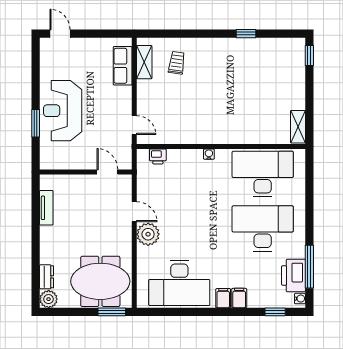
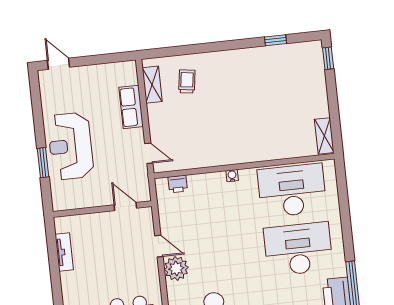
window: (246, 34) -> (275, 40), moved
row of seats: (123, 66) -> (131, 107), moved

